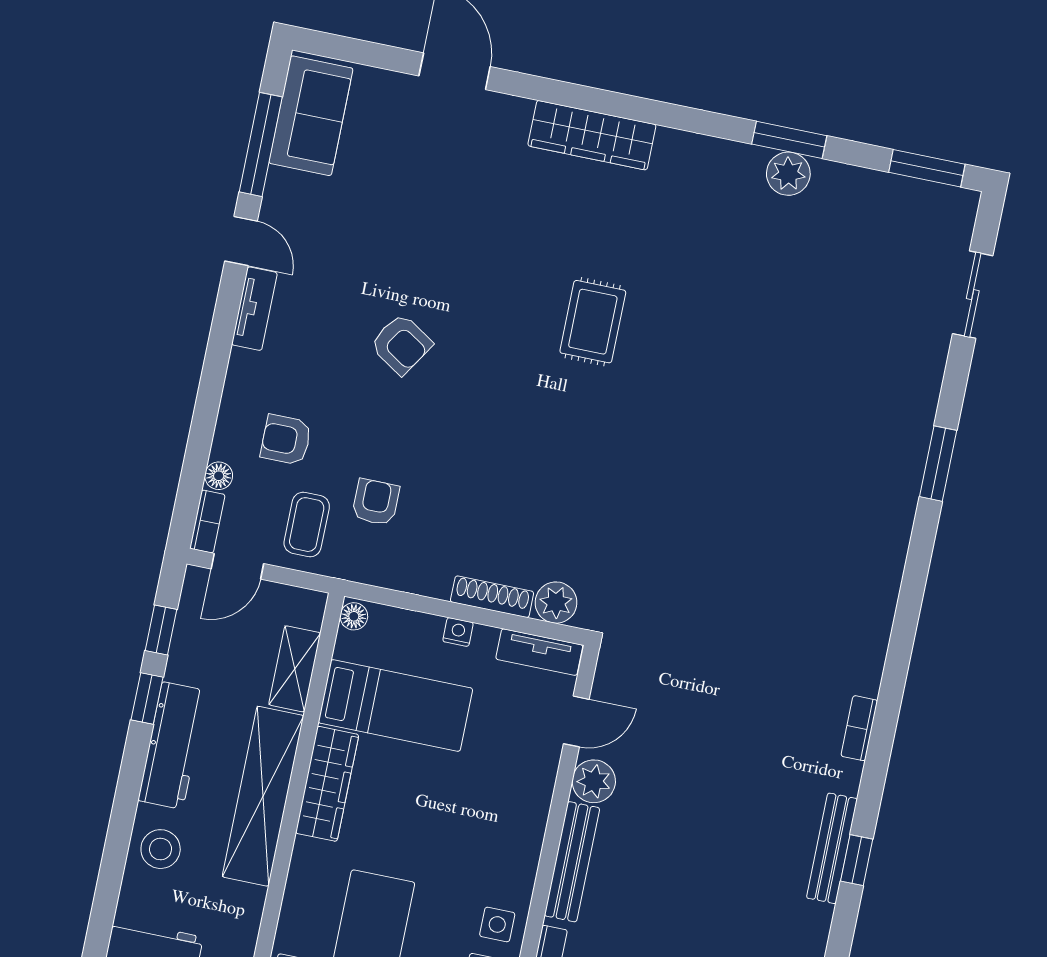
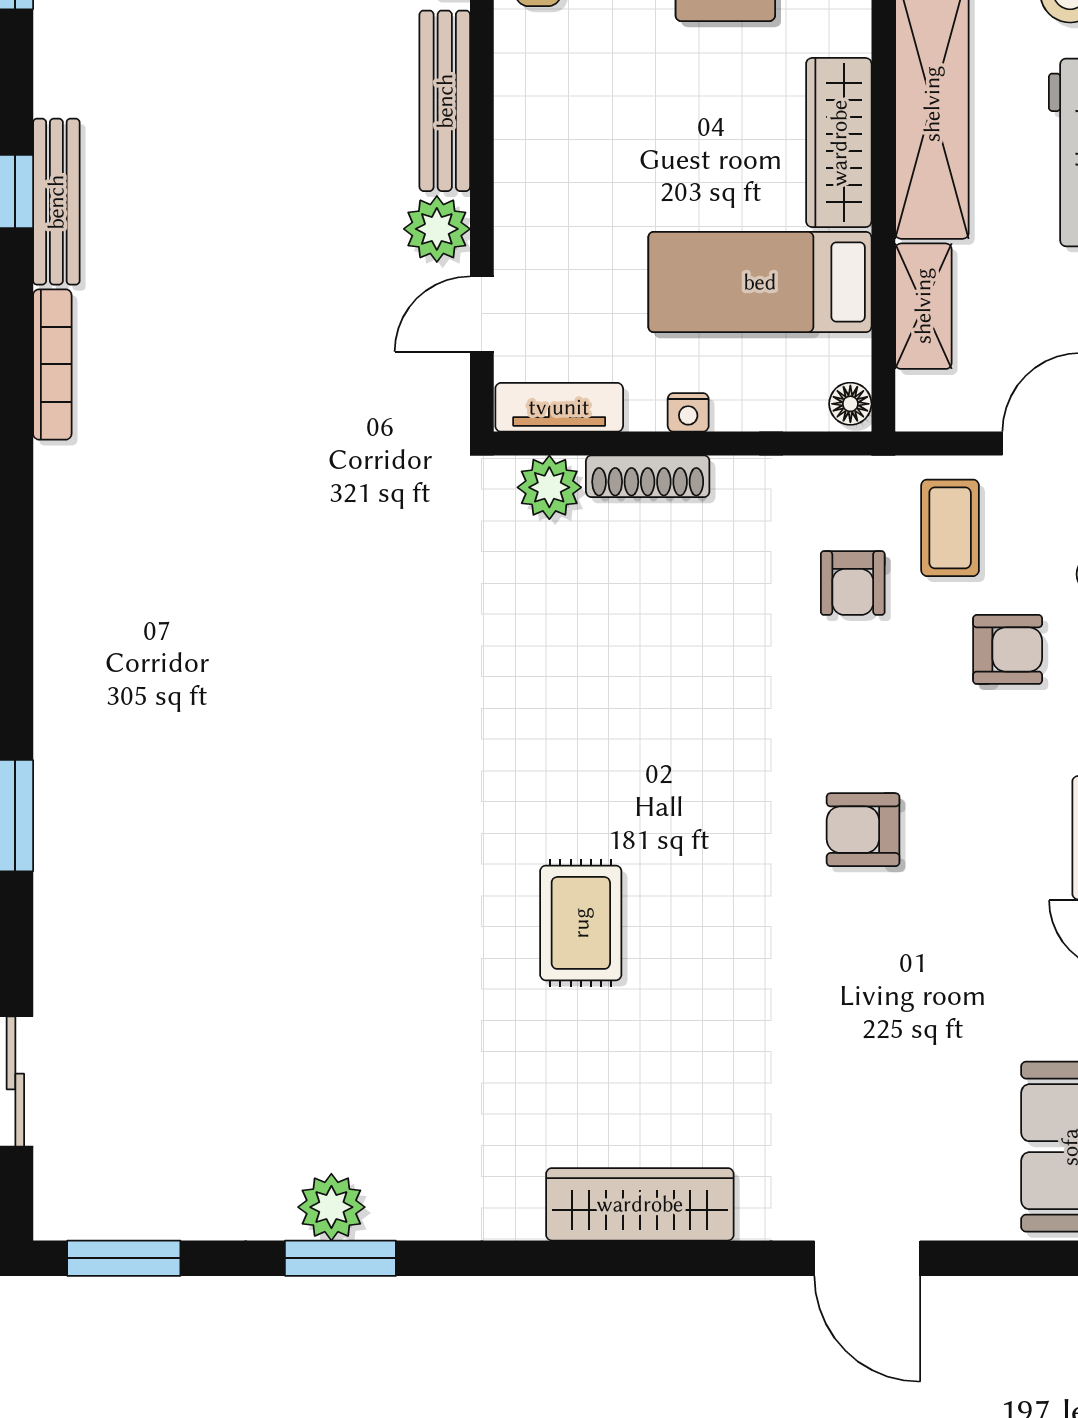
armchair: (401, 344) -> (863, 830), turned -33
bookcase: (859, 728) -> (52, 364), width x1.56

